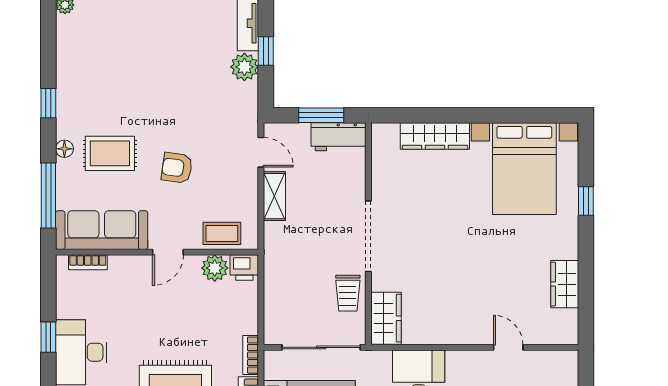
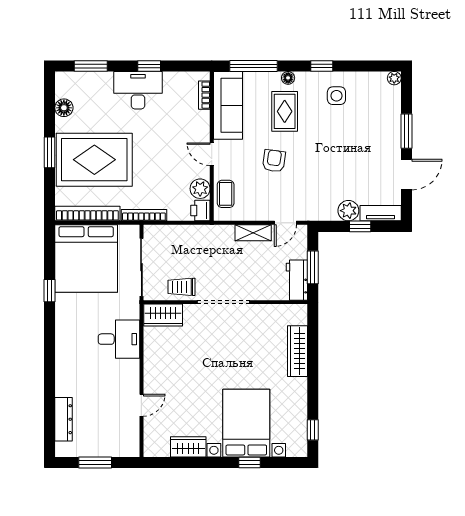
side table: (89, 83) -> (336, 96), added
window: (542, 115) -> (313, 430), added
bed with nightstands: (524, 169) -> (246, 423), moved, turned 90
bookcase: (251, 355) -> (144, 215), width x1.56

